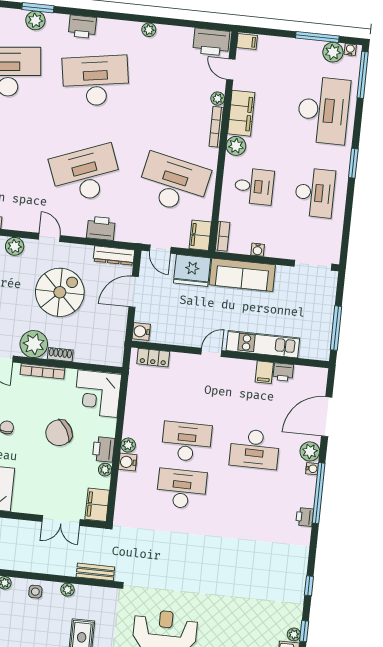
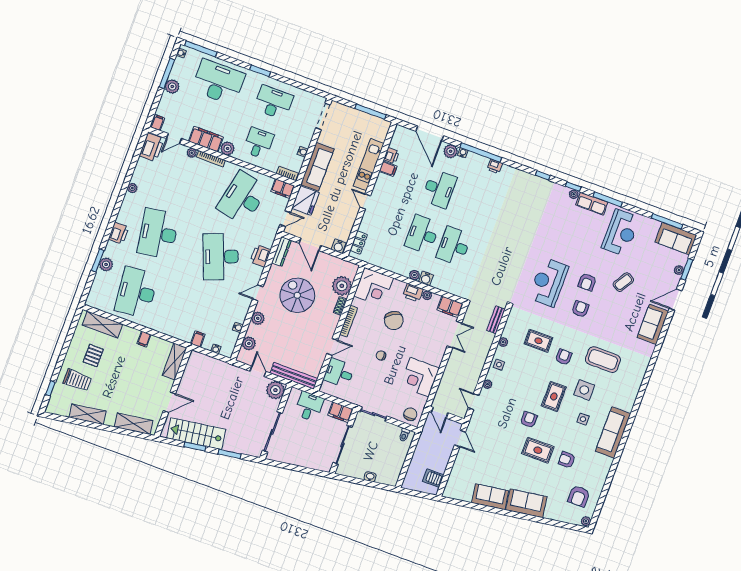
plant: (333, 52) -> (172, 87), moved
plant: (34, 344) -> (342, 286), moved

